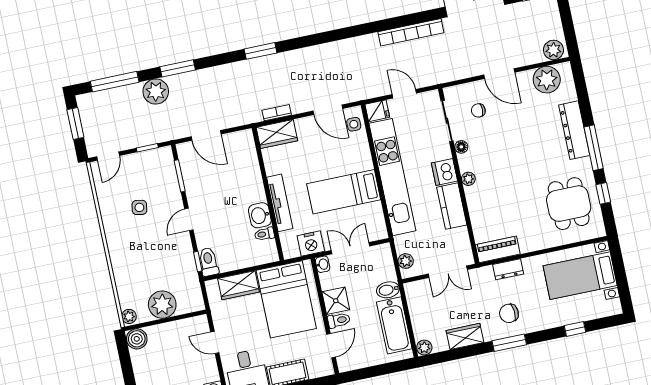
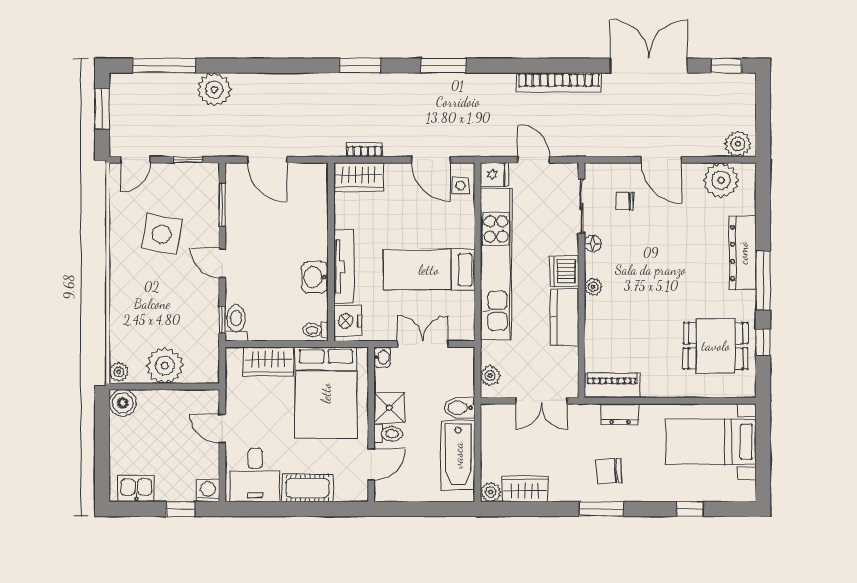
window: (178, 68) -> (444, 66), moved
dining table: (569, 204) -> (716, 346), turned 90
side table: (139, 207) -> (162, 234), width x1.87, depth x1.87
door: (189, 219) -> (222, 263), hinge flipped
toilet: (264, 234) -> (316, 330), moved
nightstand: (311, 243) -> (348, 321), moved, turned 90
wardrobe: (465, 336) -> (525, 489), moved

